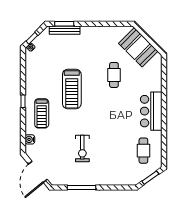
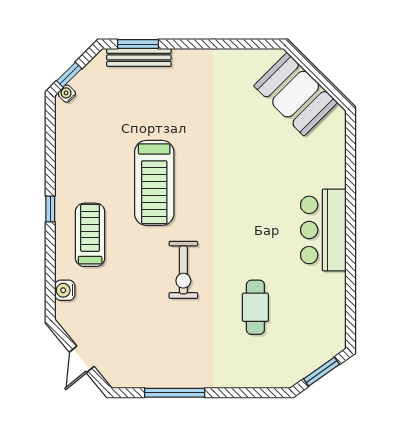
cafe table: (114, 75) -> (244, 153), removed
treadmill: (42, 113) -> (90, 235), turned 180
exercise bike: (82, 149) -> (183, 270), moved
cafe table: (143, 151) -> (255, 307), moved
door: (38, 172) -> (82, 359), width x0.53

